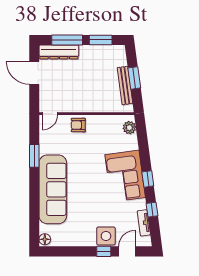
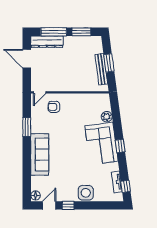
armchair: (78, 125) -> (54, 107), moved
plant: (129, 128) -> (107, 117), moved
sofa: (53, 189) -> (40, 154), width x0.74, depth x0.79
window: (152, 210) -> (126, 186), moved
window: (104, 251) -> (68, 205), moved
door: (127, 251) -> (49, 205), moved

